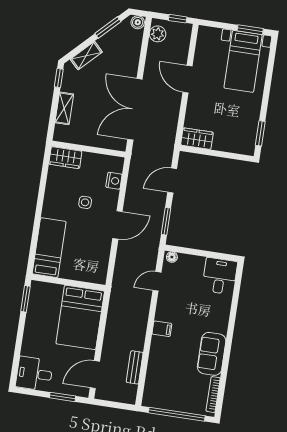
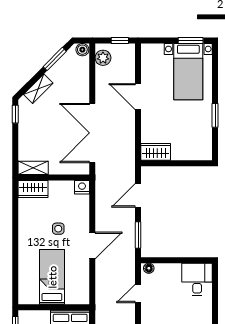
shelving: (64, 108) -> (33, 168), moved, turned 90
window: (260, 133) -> (215, 115), moved
nightstand: (114, 181) -> (82, 187), moved, turned -90
bed: (49, 248) -> (52, 277), moved

